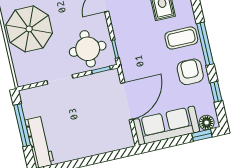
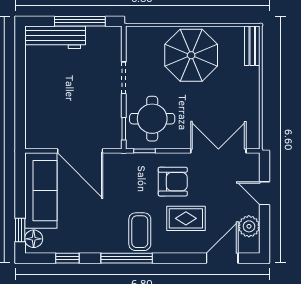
armchair: (190, 72) -> (173, 182), moved

